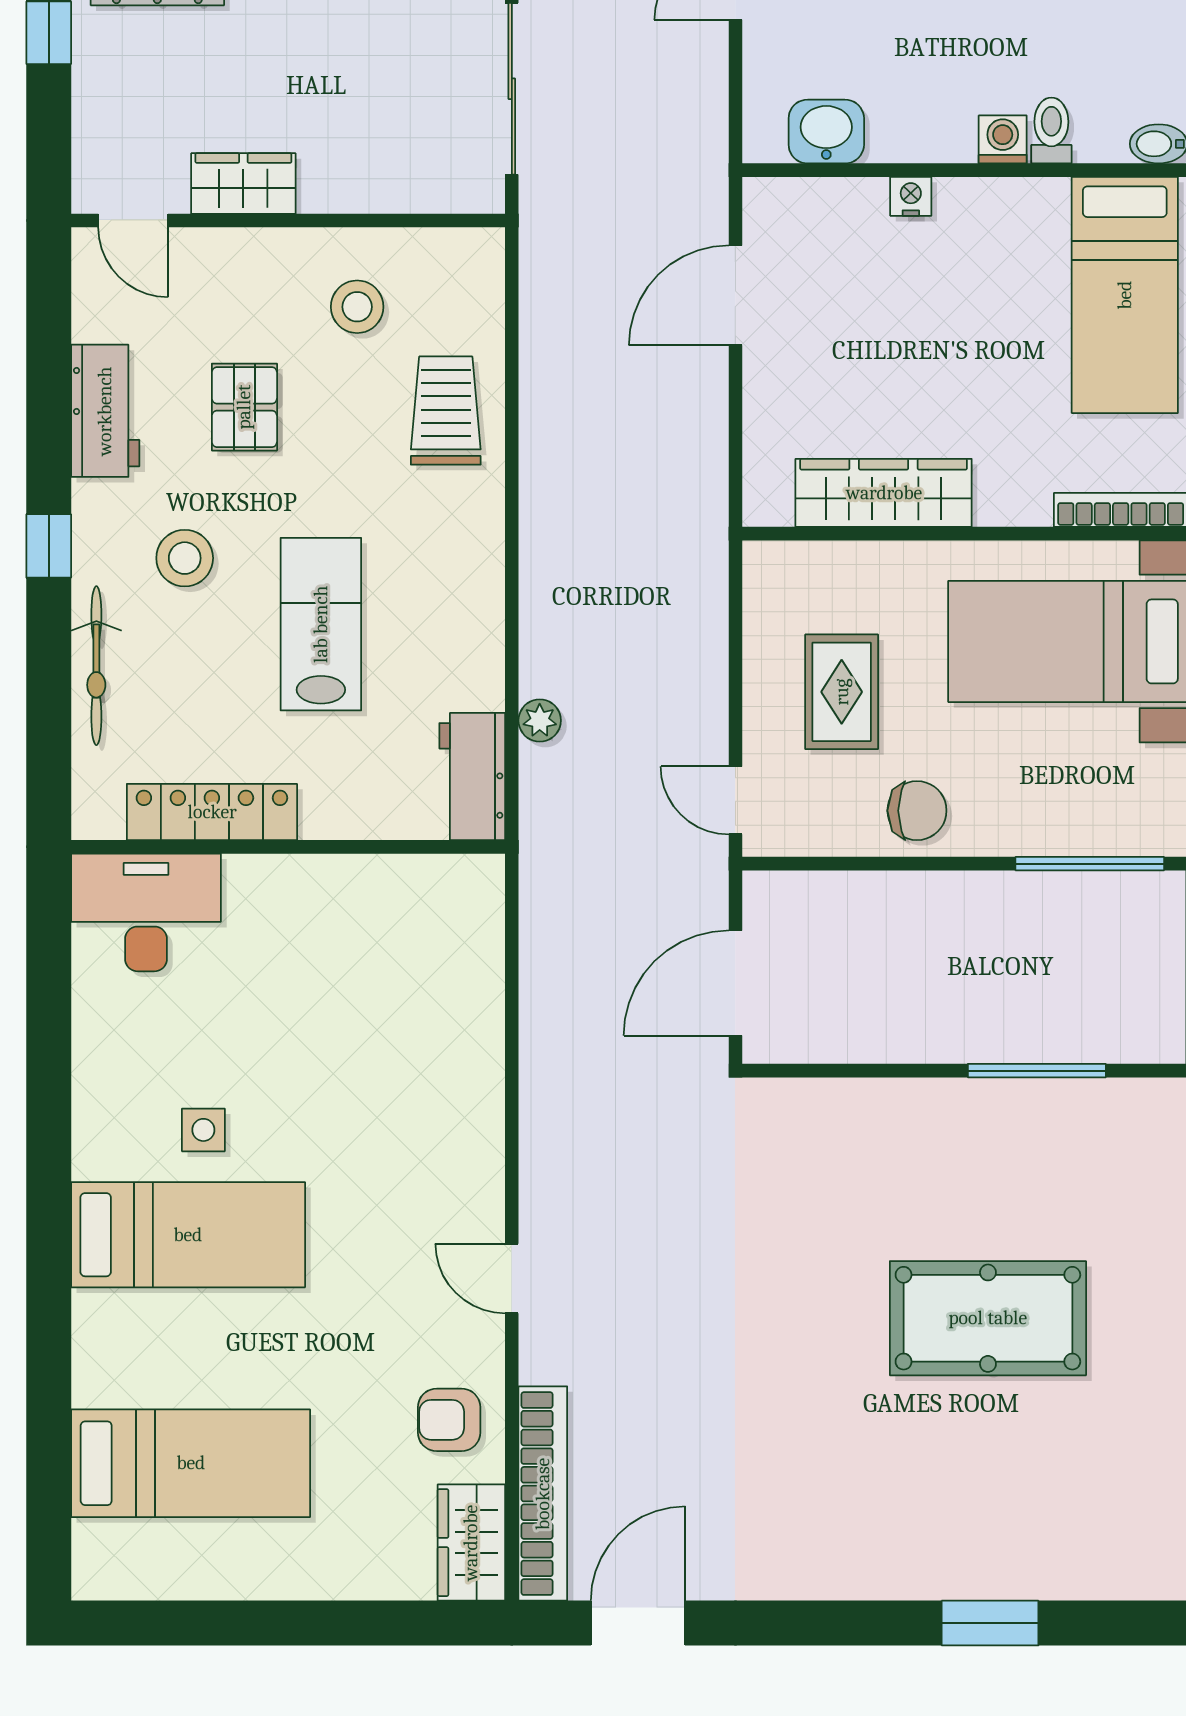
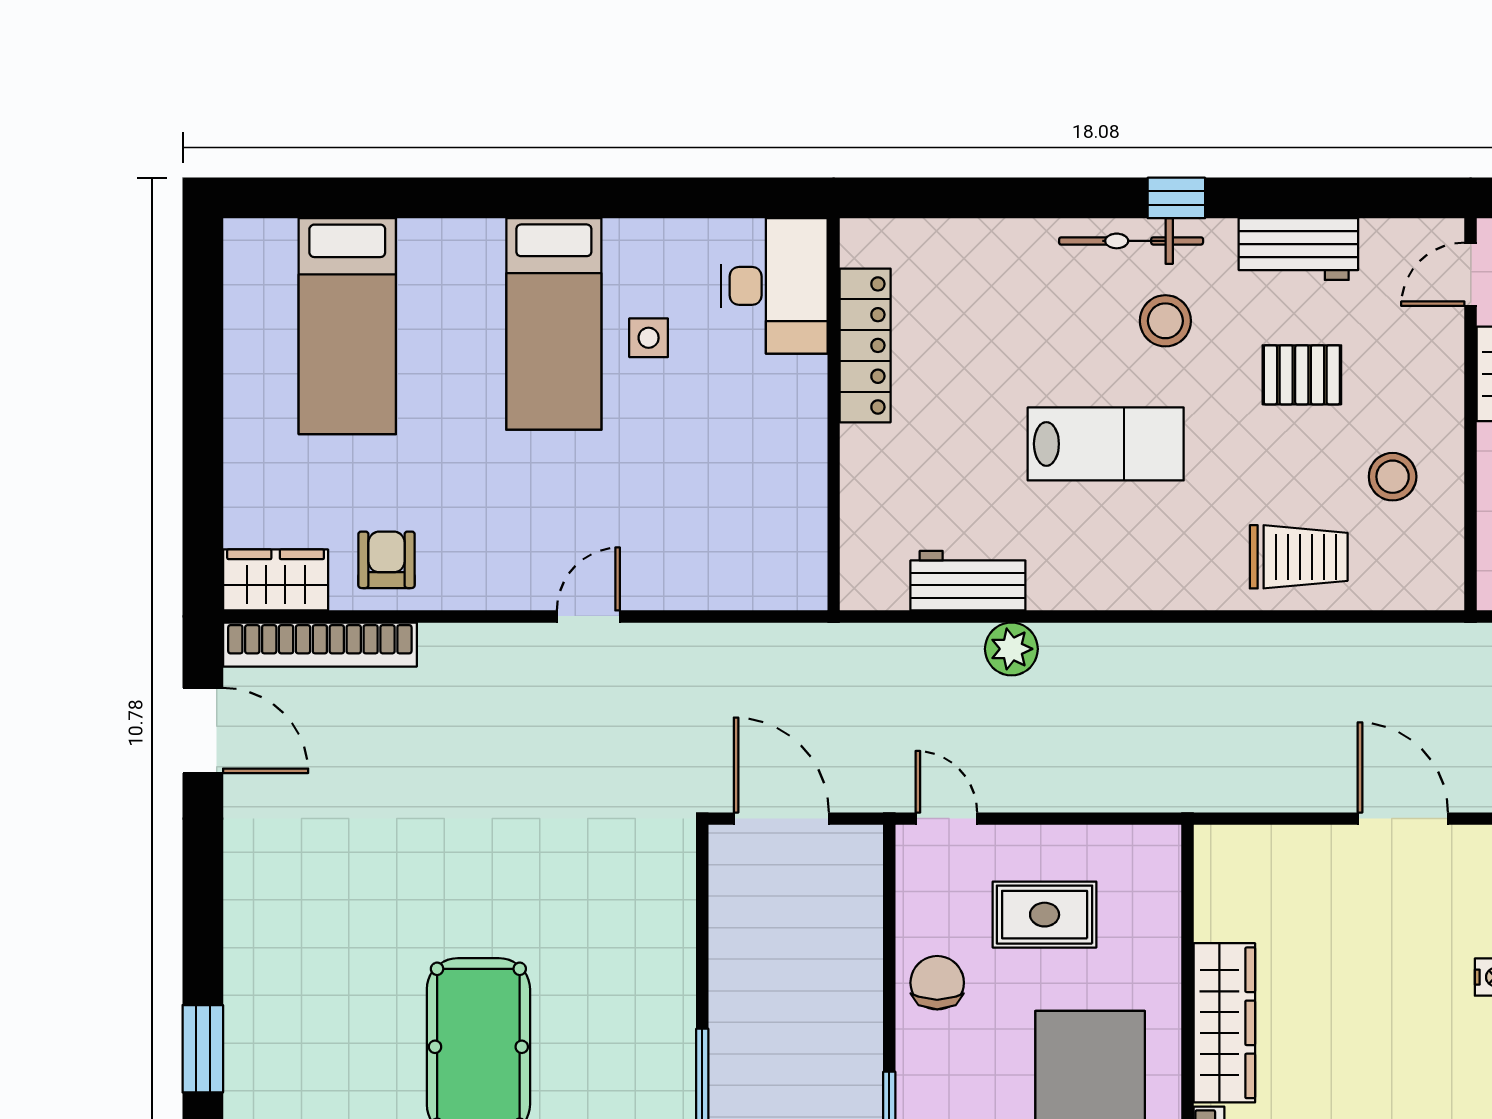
wardrobe: (884, 493) -> (1224, 1023), moved
bicycle: (96, 666) -> (1131, 241), moved
plant: (540, 720) -> (1011, 649), width x1.38, depth x1.38
door: (735, 800) -> (946, 819), hinge flipped
chair: (917, 811) -> (937, 983), turned 180
locker: (212, 812) -> (865, 345), moved
wall: (288, 847) -> (834, 414), moved
desk: (146, 912) -> (774, 286), moved
door: (512, 1278) -> (588, 616), moved

